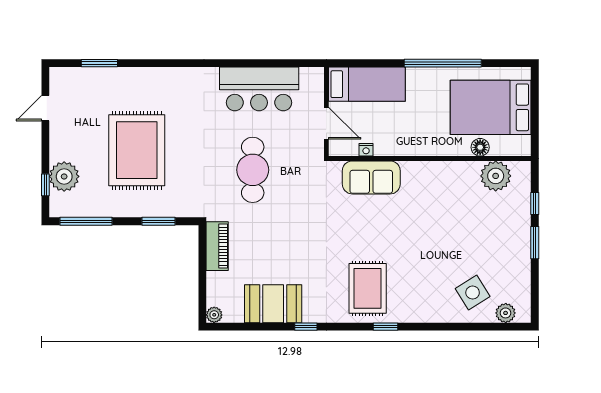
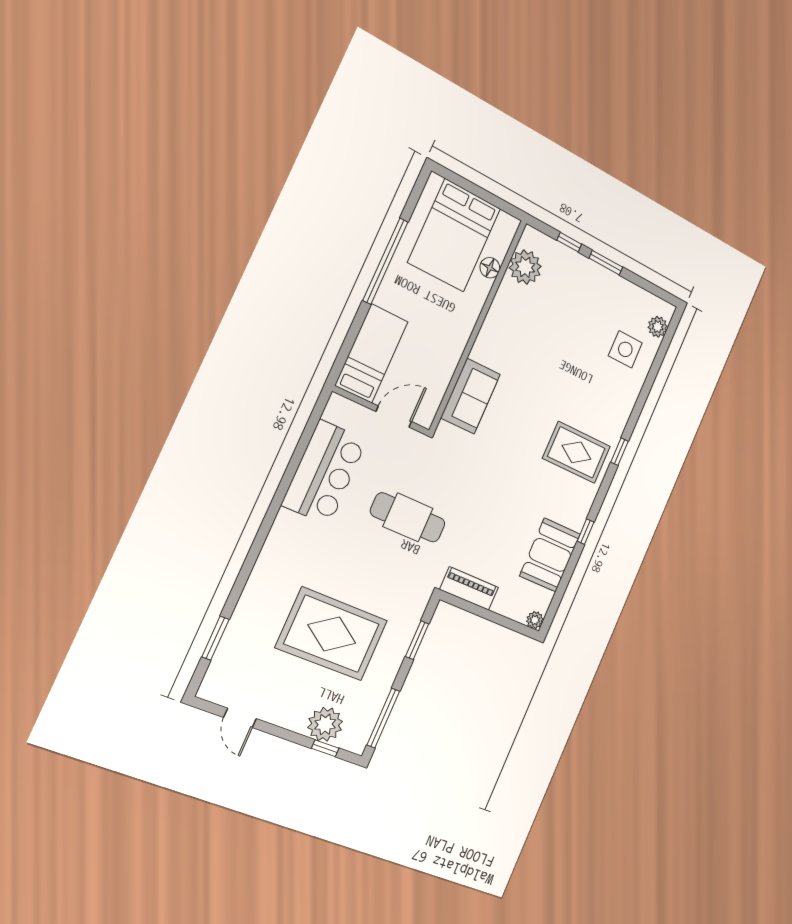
nightstand: (366, 150) -> (440, 388), removed
side table: (473, 293) -> (625, 349), turned 32

